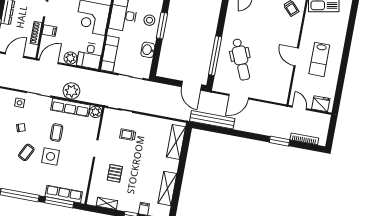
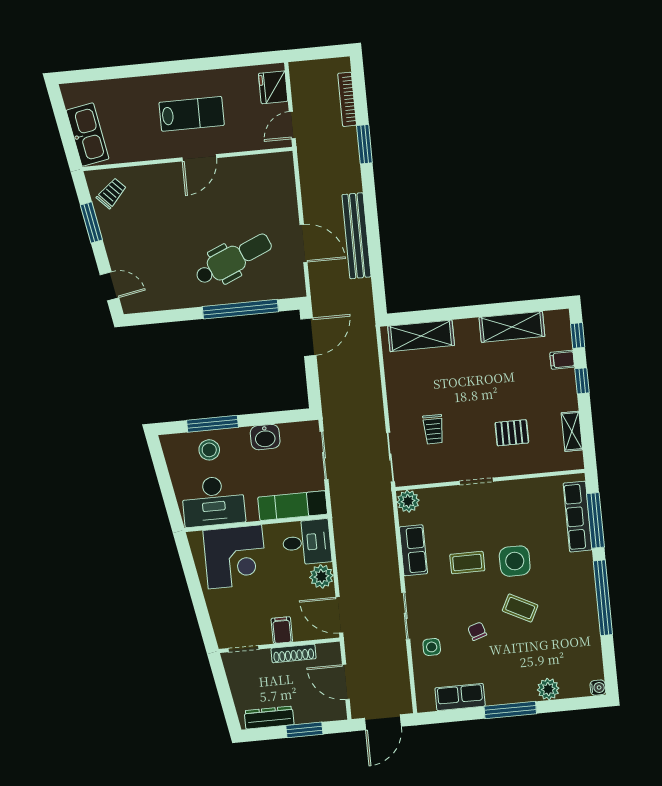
plant: (71, 91) -> (382, 557), removed
row of seats: (70, 107) -> (413, 550), width x0.68
bench: (212, 120) -> (356, 236), moved

